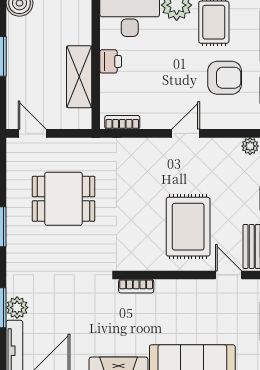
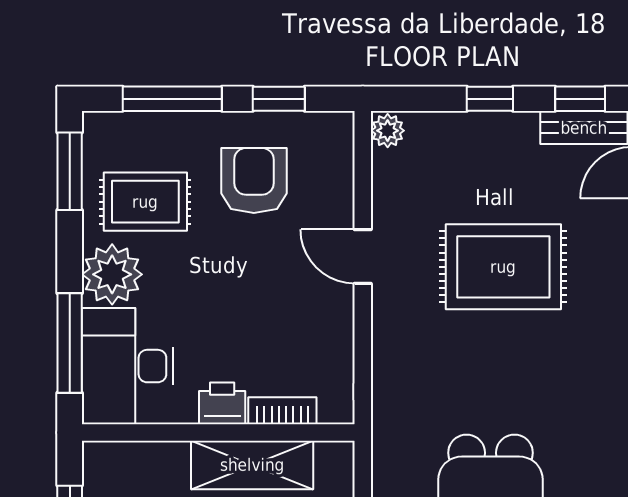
bookcase: (122, 122) -> (282, 411), moved, turned 90
rug: (188, 227) -> (503, 267), moved

